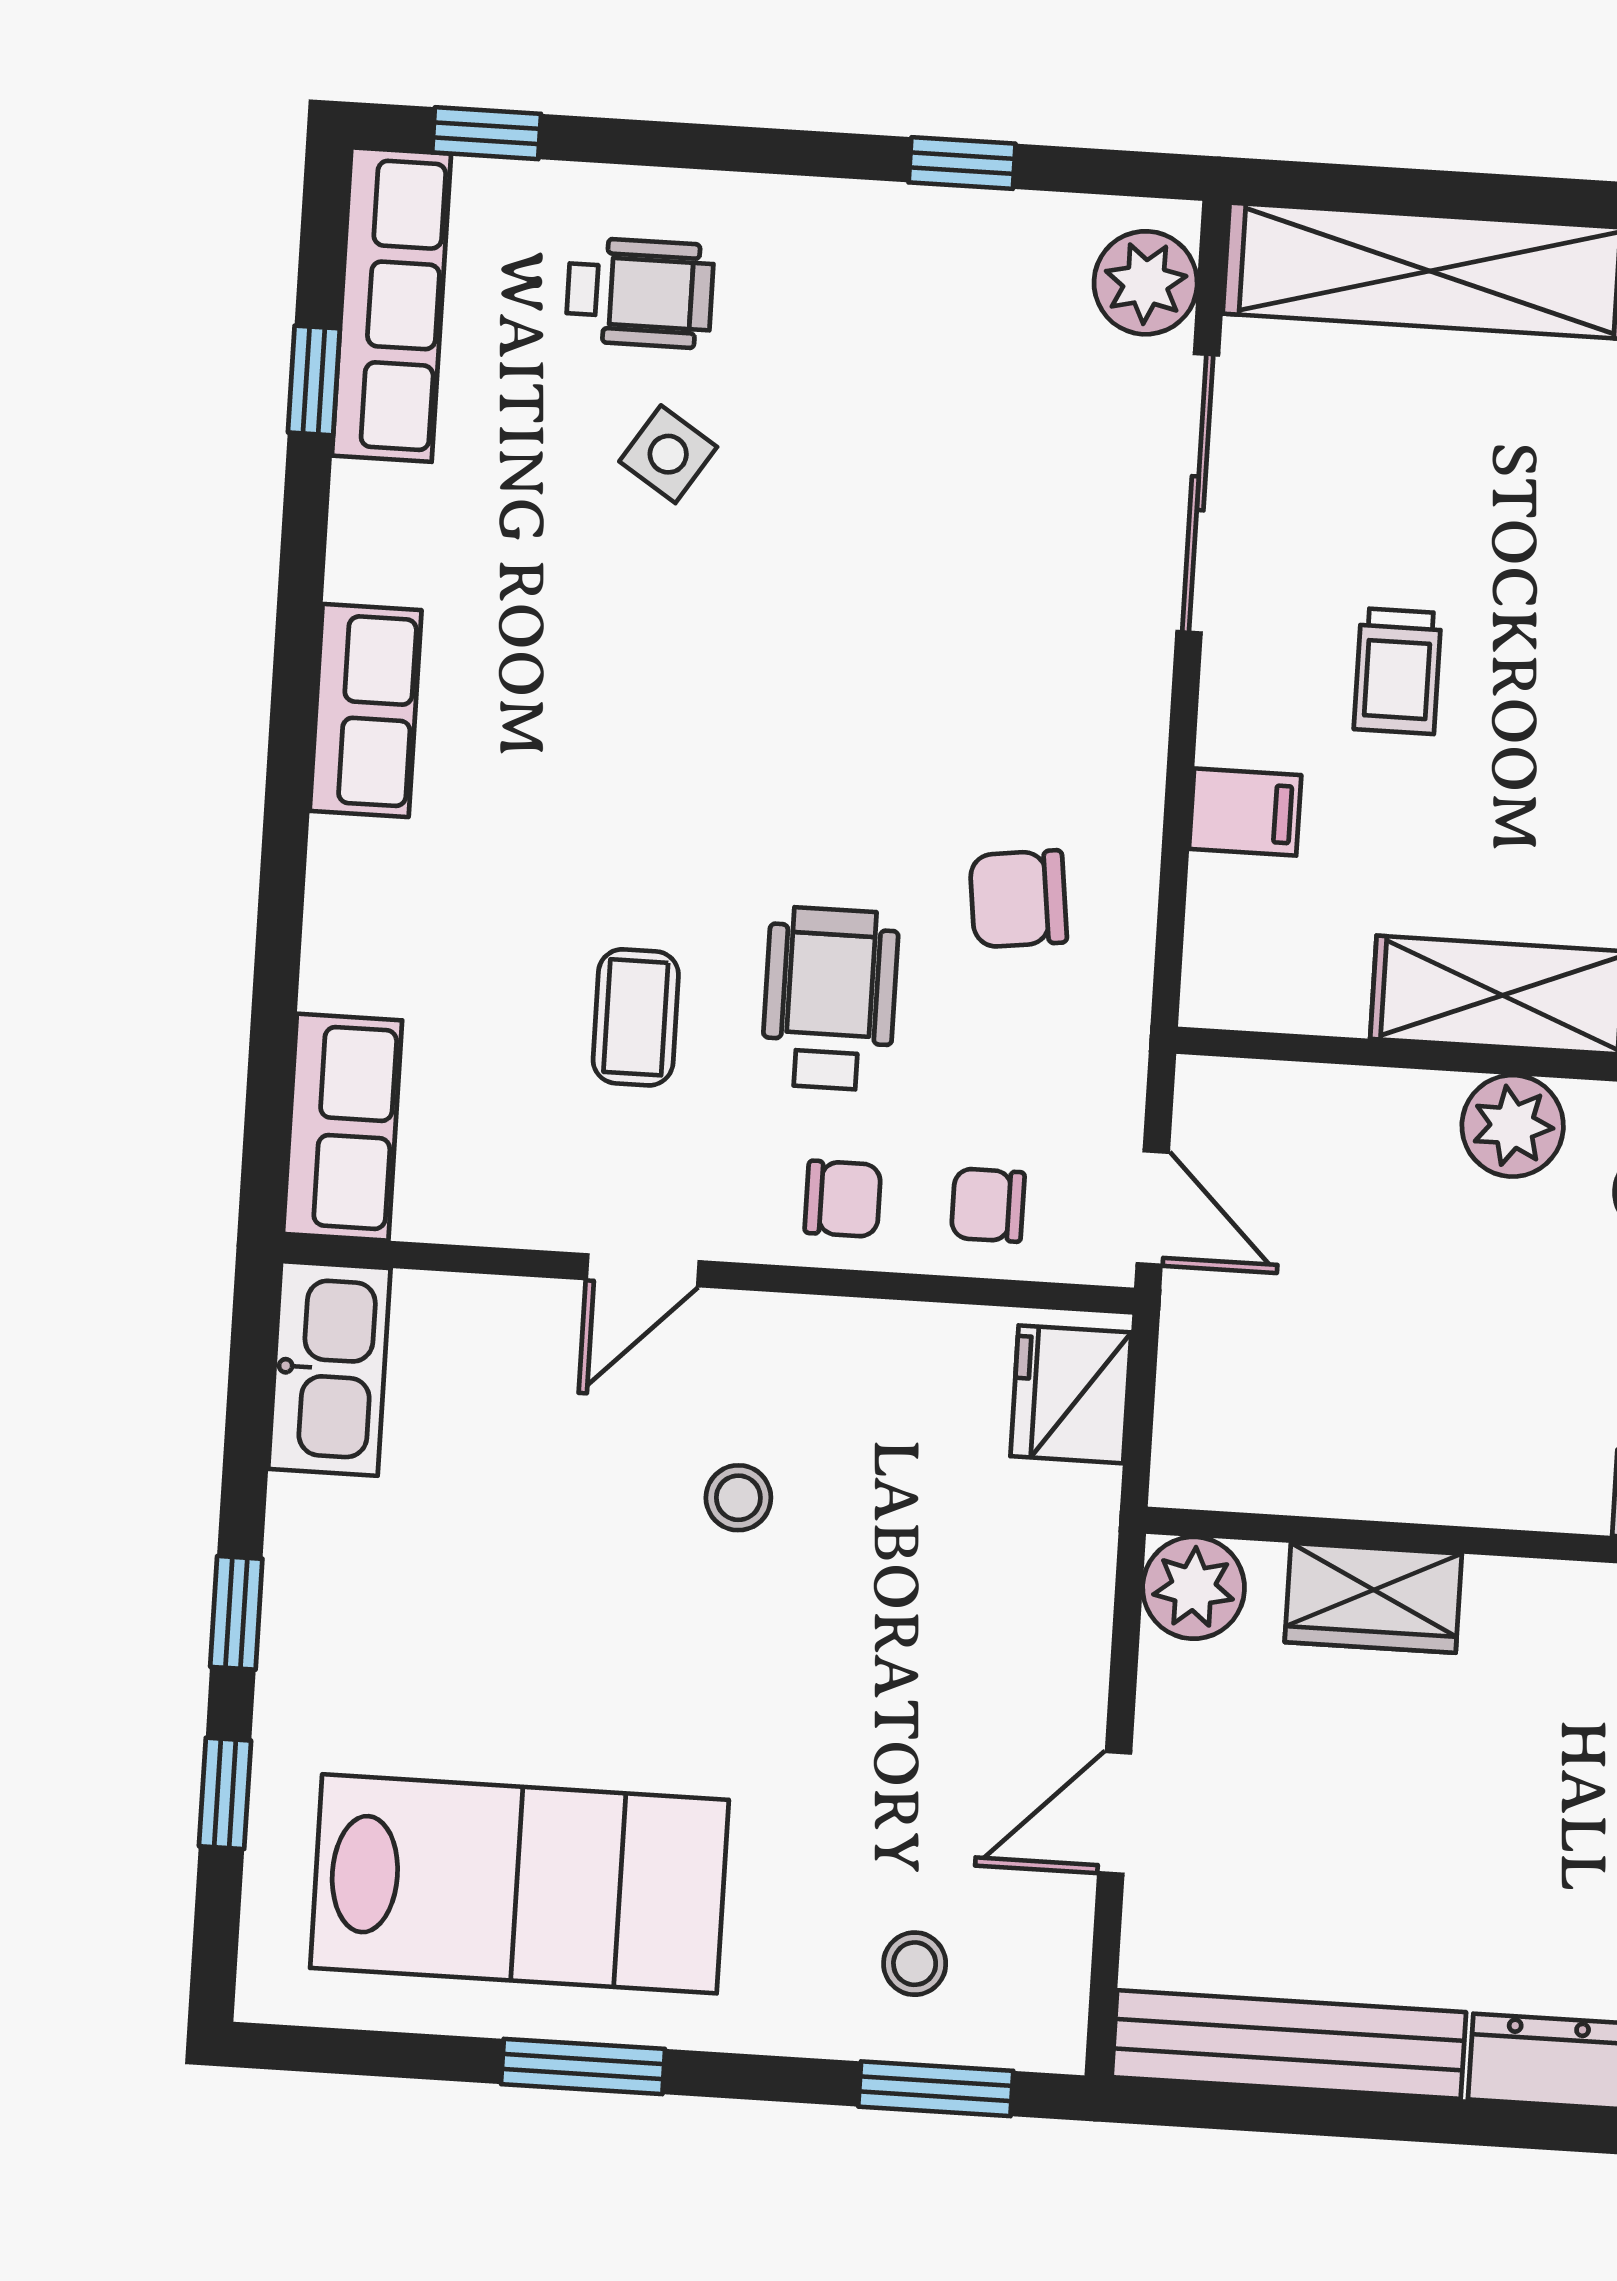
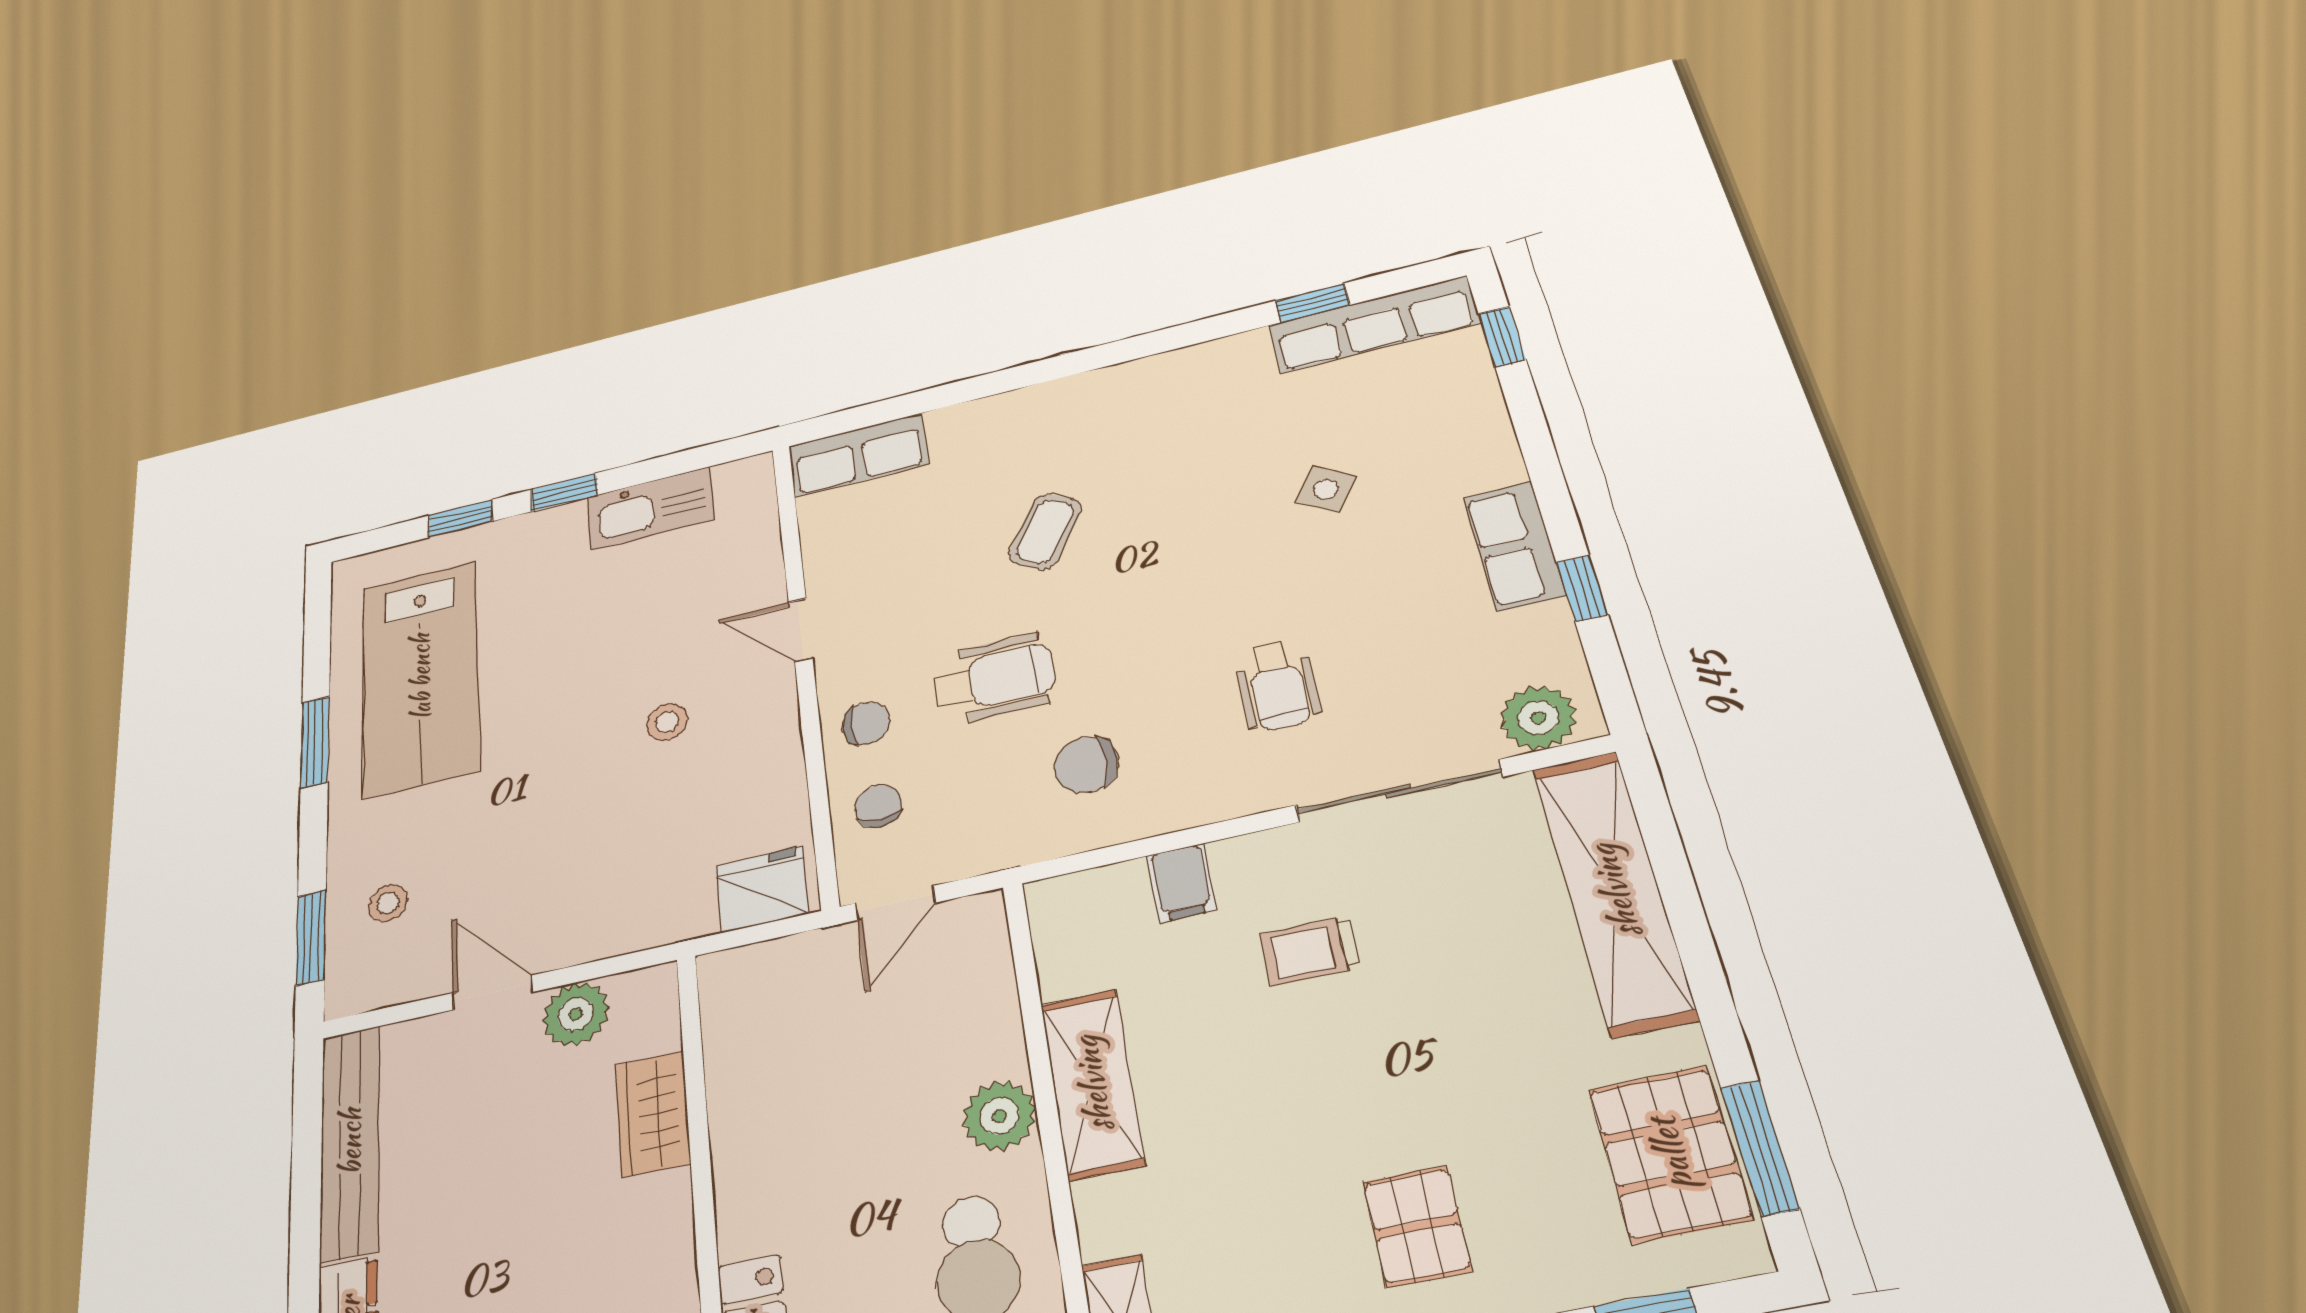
wheelchair: (640, 293) -> (1278, 686), moved
row of seats: (366, 710) -> (1514, 546), moved, turned 90
chair: (1018, 899) -> (1086, 765), turned -83
coffee table: (636, 1017) -> (1045, 532), moved, turned -59
chair: (843, 1199) -> (866, 723), turned -90
kitchen sink: (329, 1368) -> (651, 508), moved
plant: (1194, 1588) -> (576, 1014), moved

